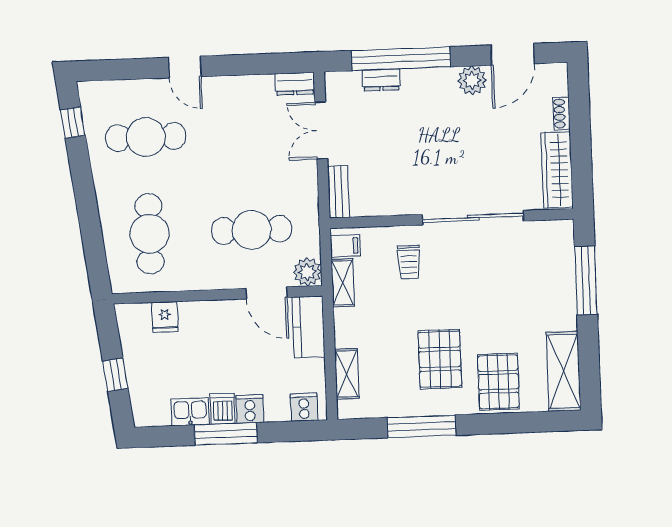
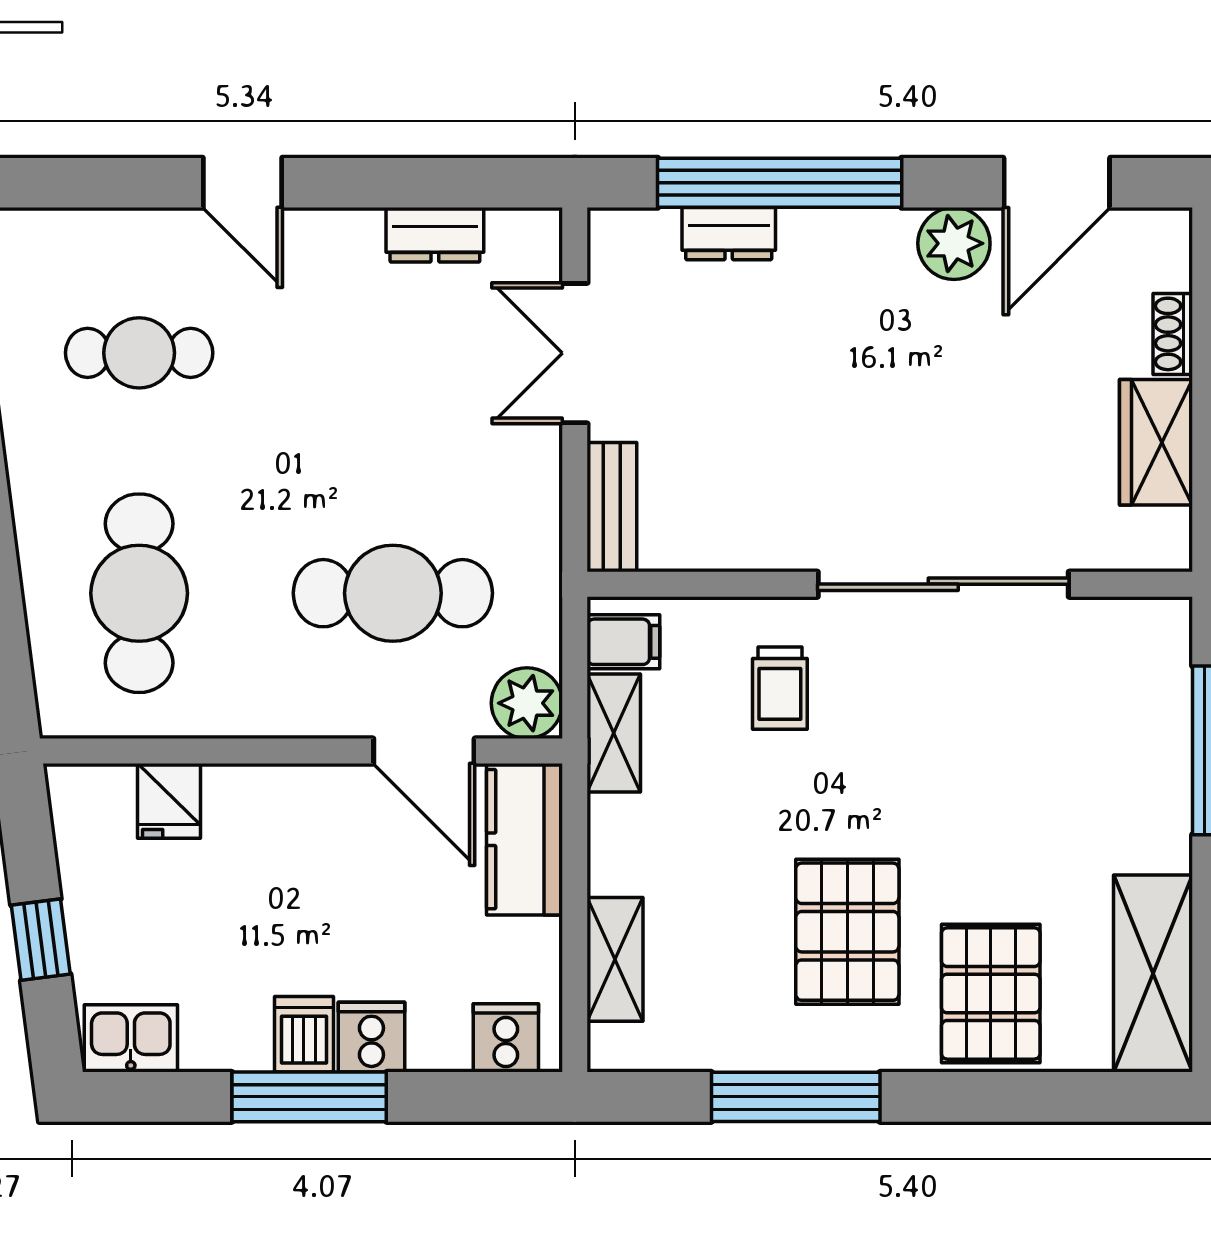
dresser: (295, 84) -> (435, 235), moved
cafe table: (146, 137) -> (139, 353), width x0.73, depth x0.74
wardrobe: (557, 170) -> (1156, 442), width x0.67
kitchen sink: (190, 412) -> (131, 1038), moved

